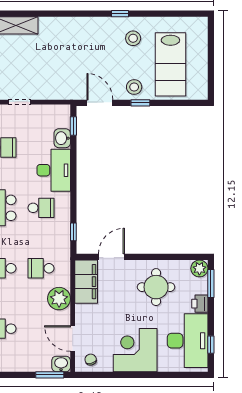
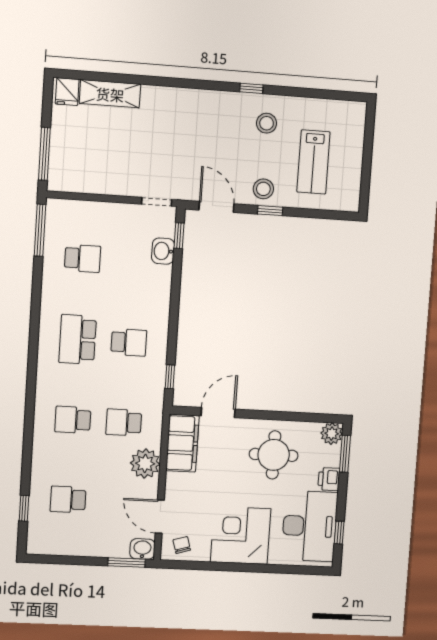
lab bench: (170, 64) -> (313, 162), width x0.73, depth x0.72
doorway: (19, 102) -> (157, 202), moved
desk: (54, 170) -> (149, 293), removed

